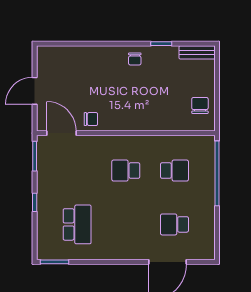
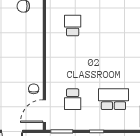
school desk: (126, 171) -> (73, 99), moved
school desk: (174, 224) -> (113, 25), removed

